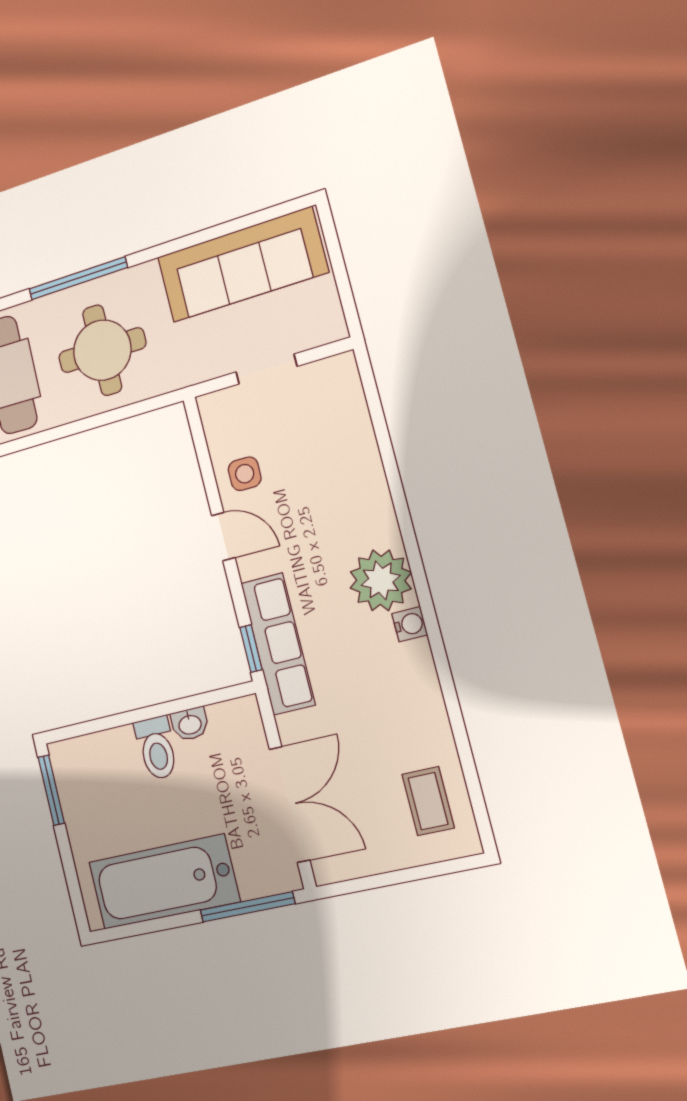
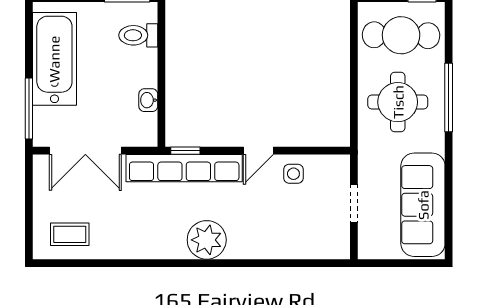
water cooler: (410, 624) -> (176, 250), removed
row of seats: (278, 644) -> (184, 168), width x1.36
toilet: (157, 748) -> (138, 35), moved

